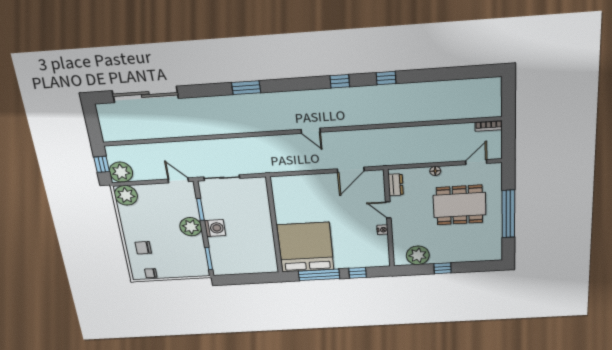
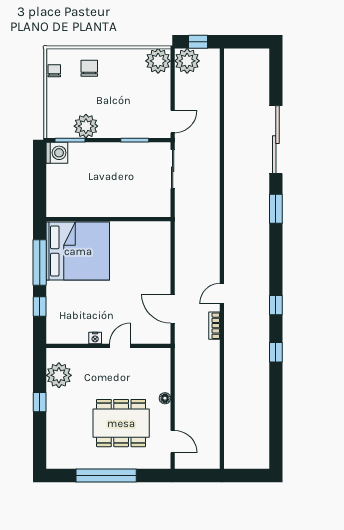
sliding door: (145, 95) -> (276, 140), moved
bookcase: (489, 126) -> (214, 326), moved
door: (311, 131) -> (222, 294), moved
dresser: (396, 185) -> (151, 355), removed
dining table: (460, 205) -> (121, 423), turned 90
plant: (191, 227) -> (86, 126), moved
washing machine: (215, 228) -> (57, 153), moved, turned -90

